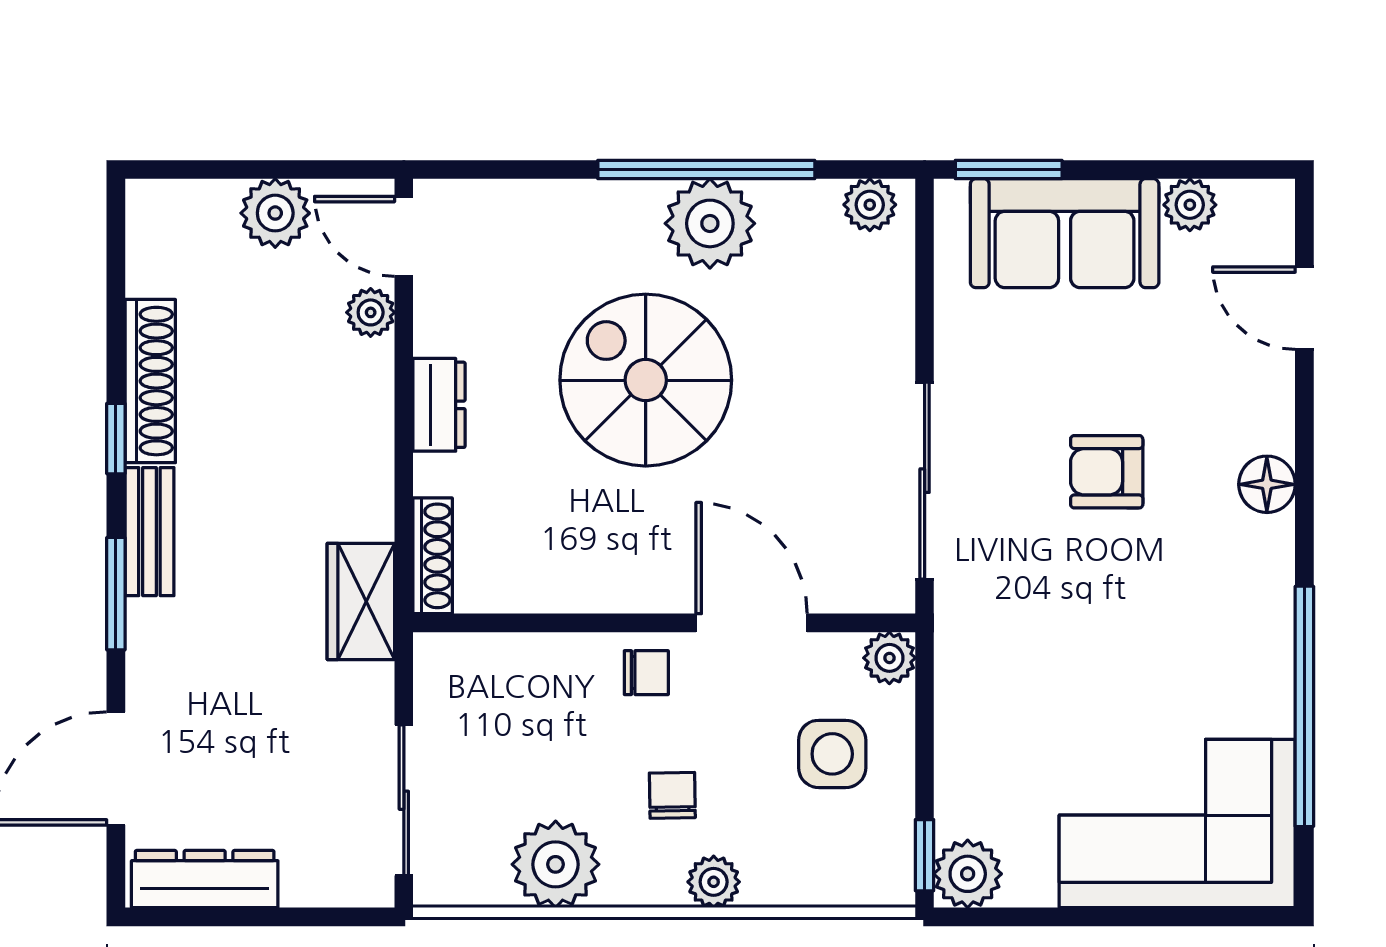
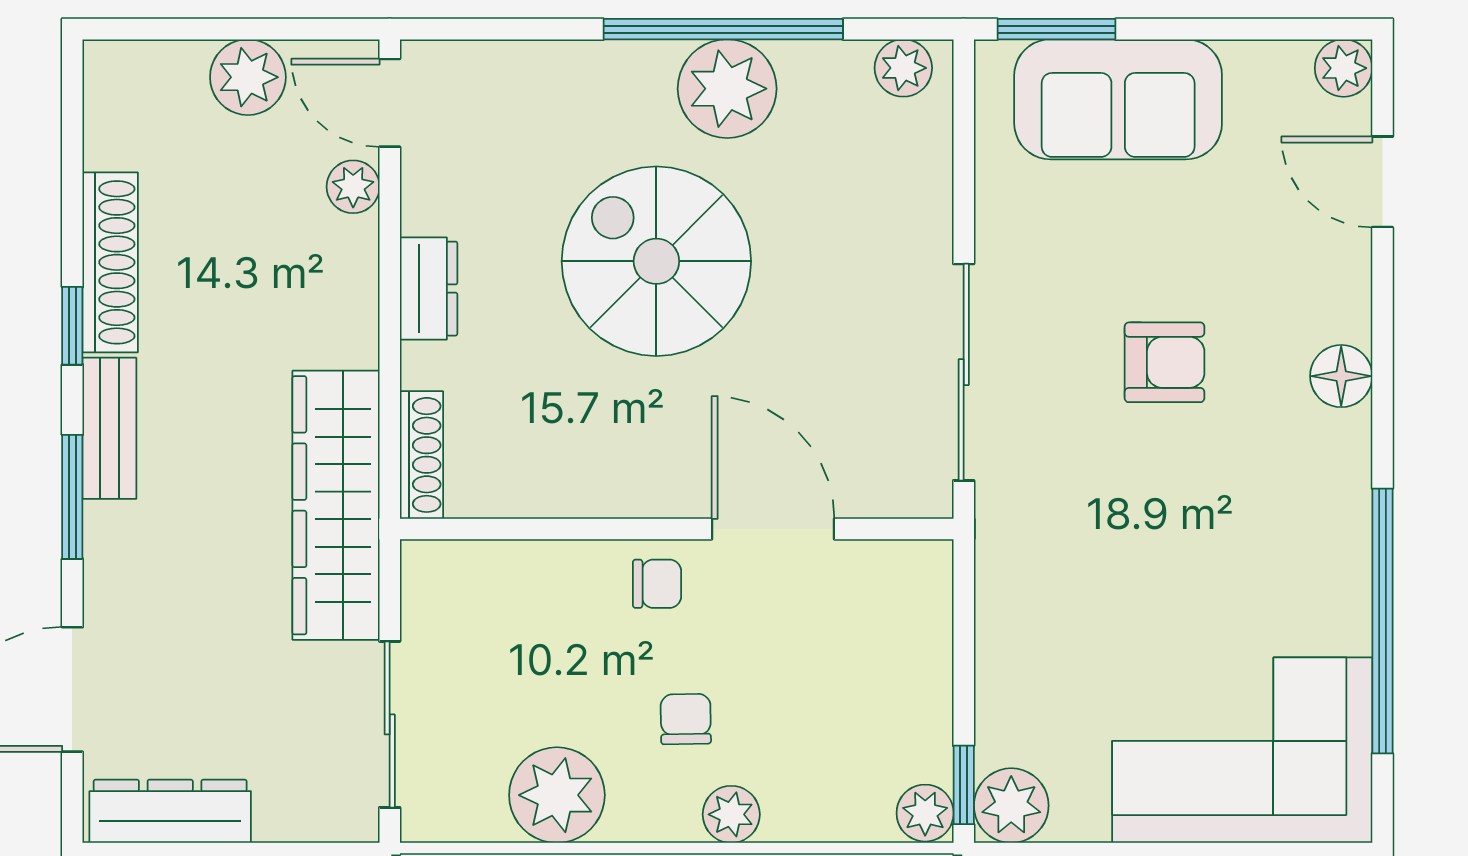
plant: (1190, 205) -> (1344, 68), moved
armchair: (1107, 472) -> (1165, 362), turned 180
wardrobe: (361, 601) -> (336, 505), width x2.10, depth x1.17
plant: (889, 658) -> (925, 813), moved
side table: (832, 754) -> (862, 673), removed

